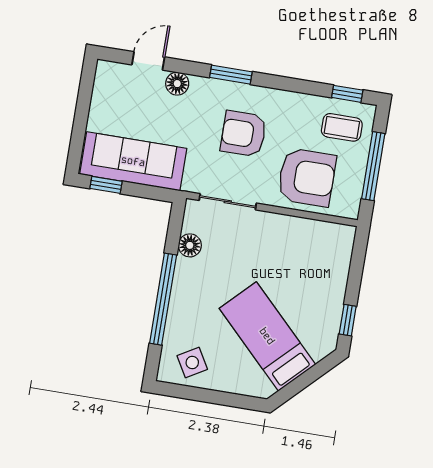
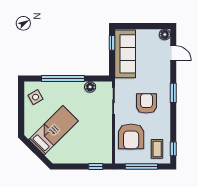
floor lamp: (177, 84) -> (165, 35), moved
window: (348, 320) -> (96, 167), moved

